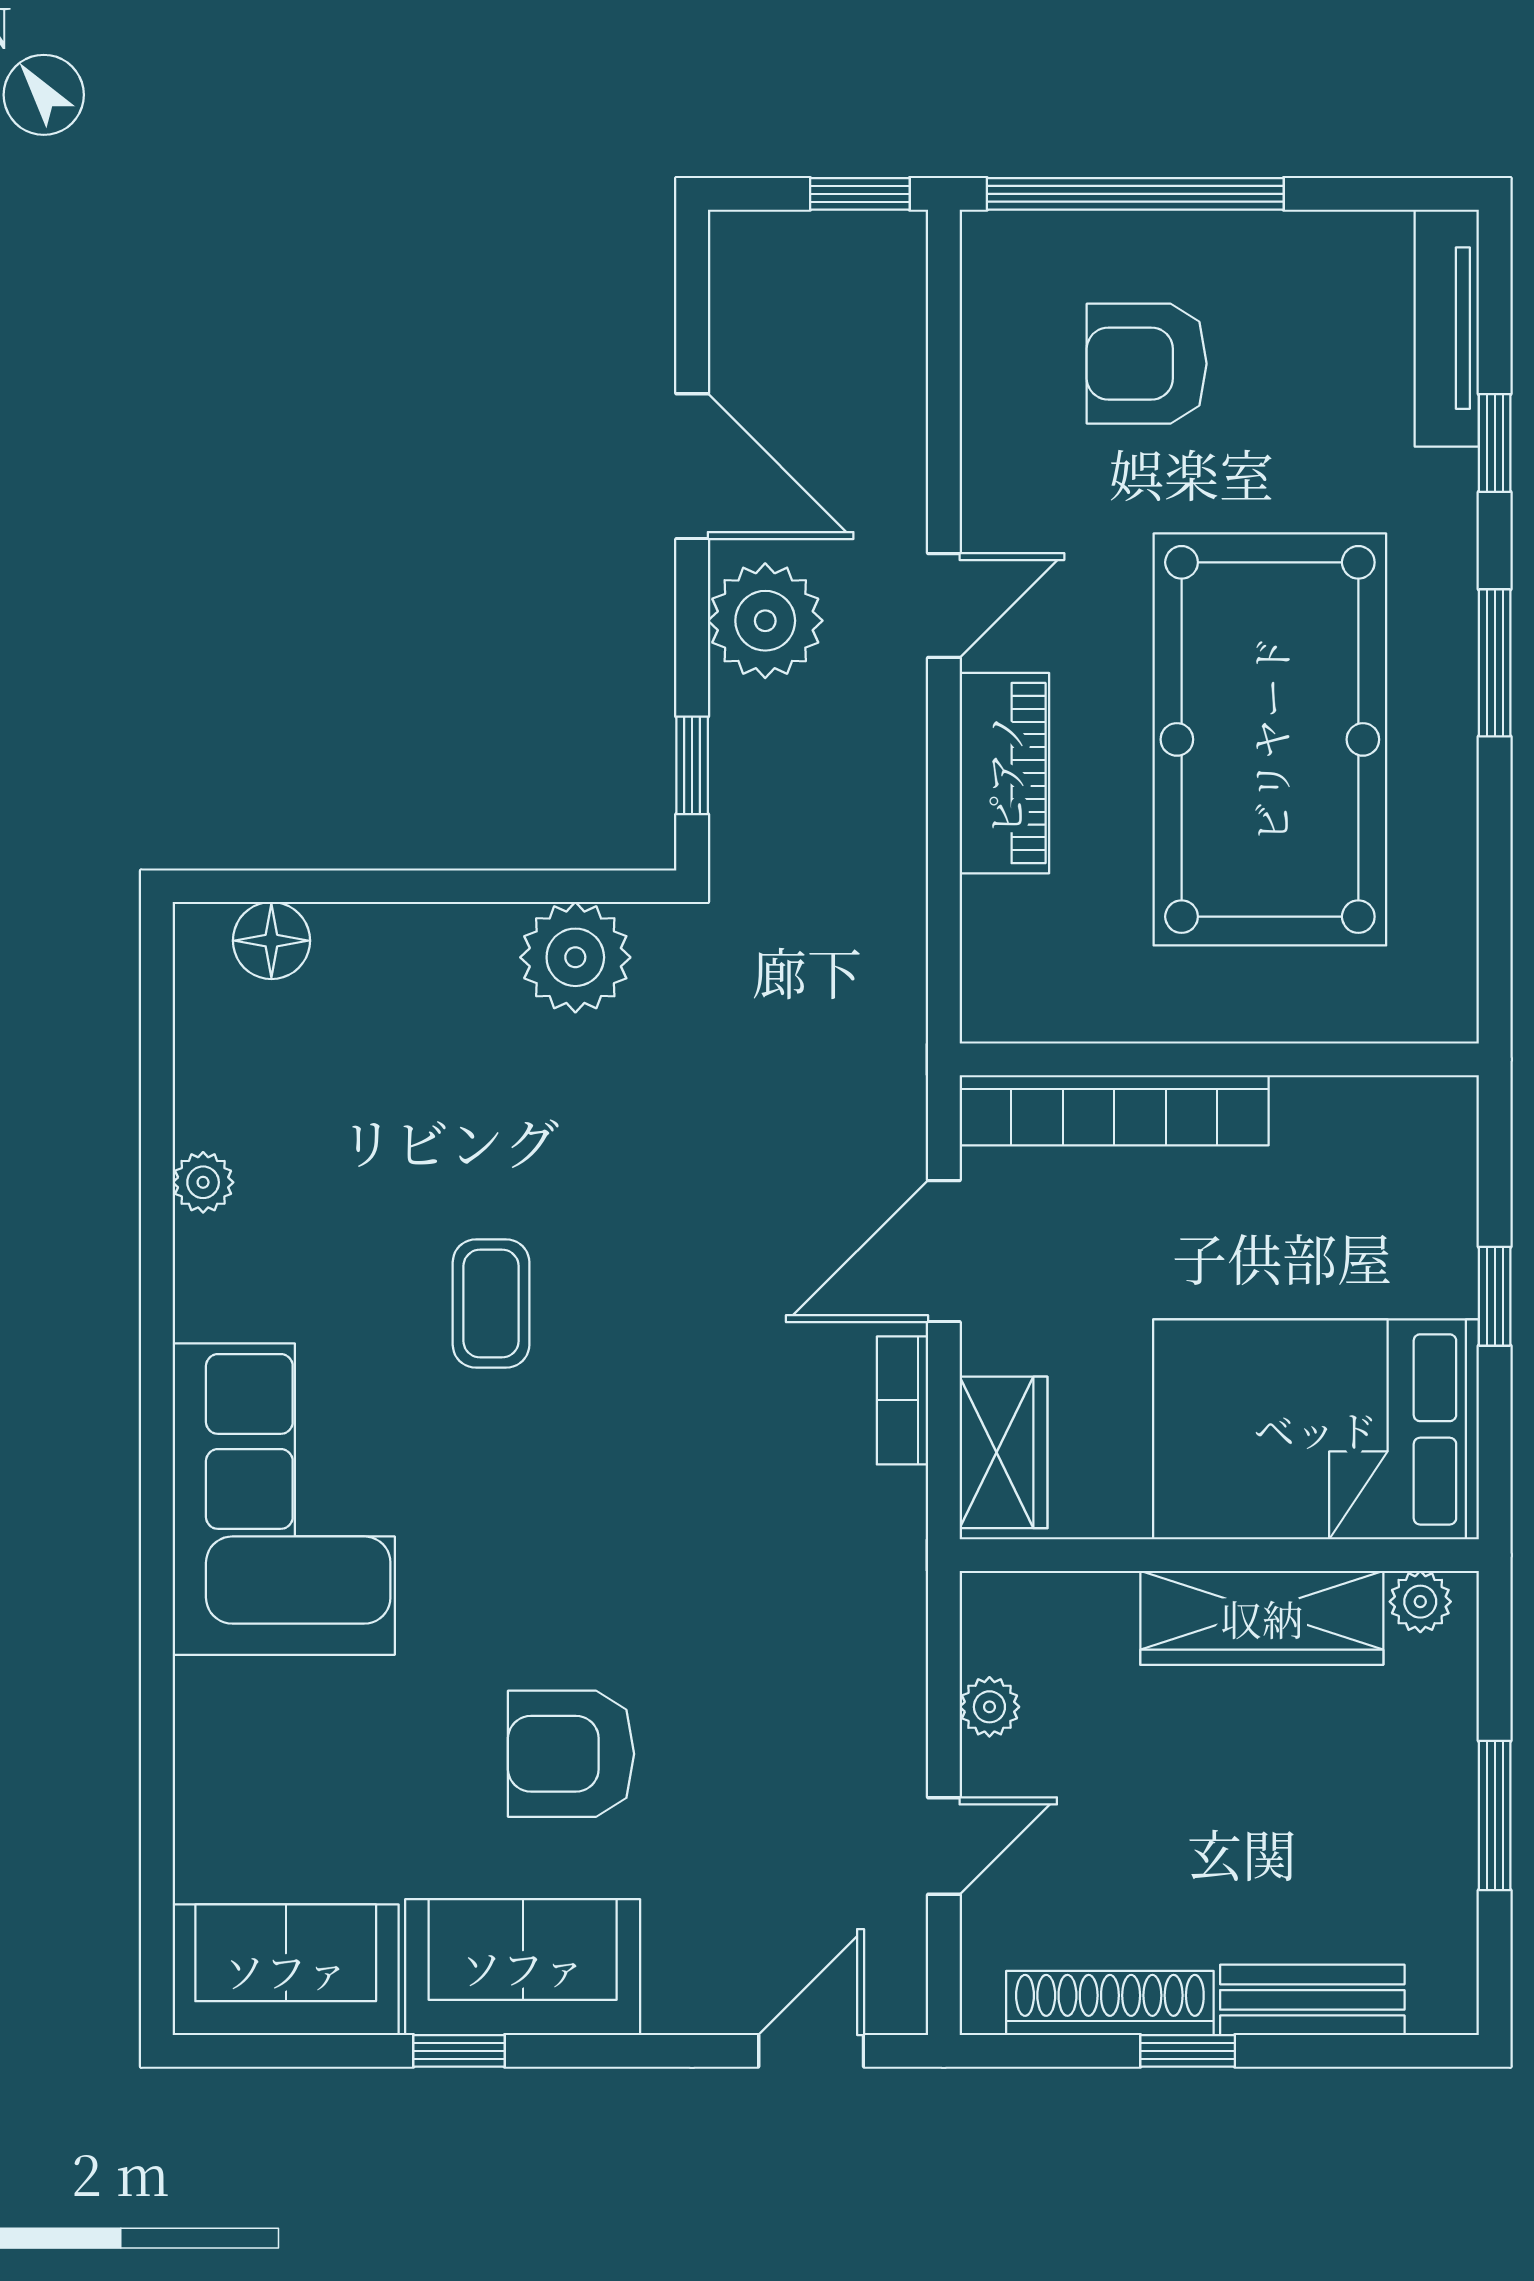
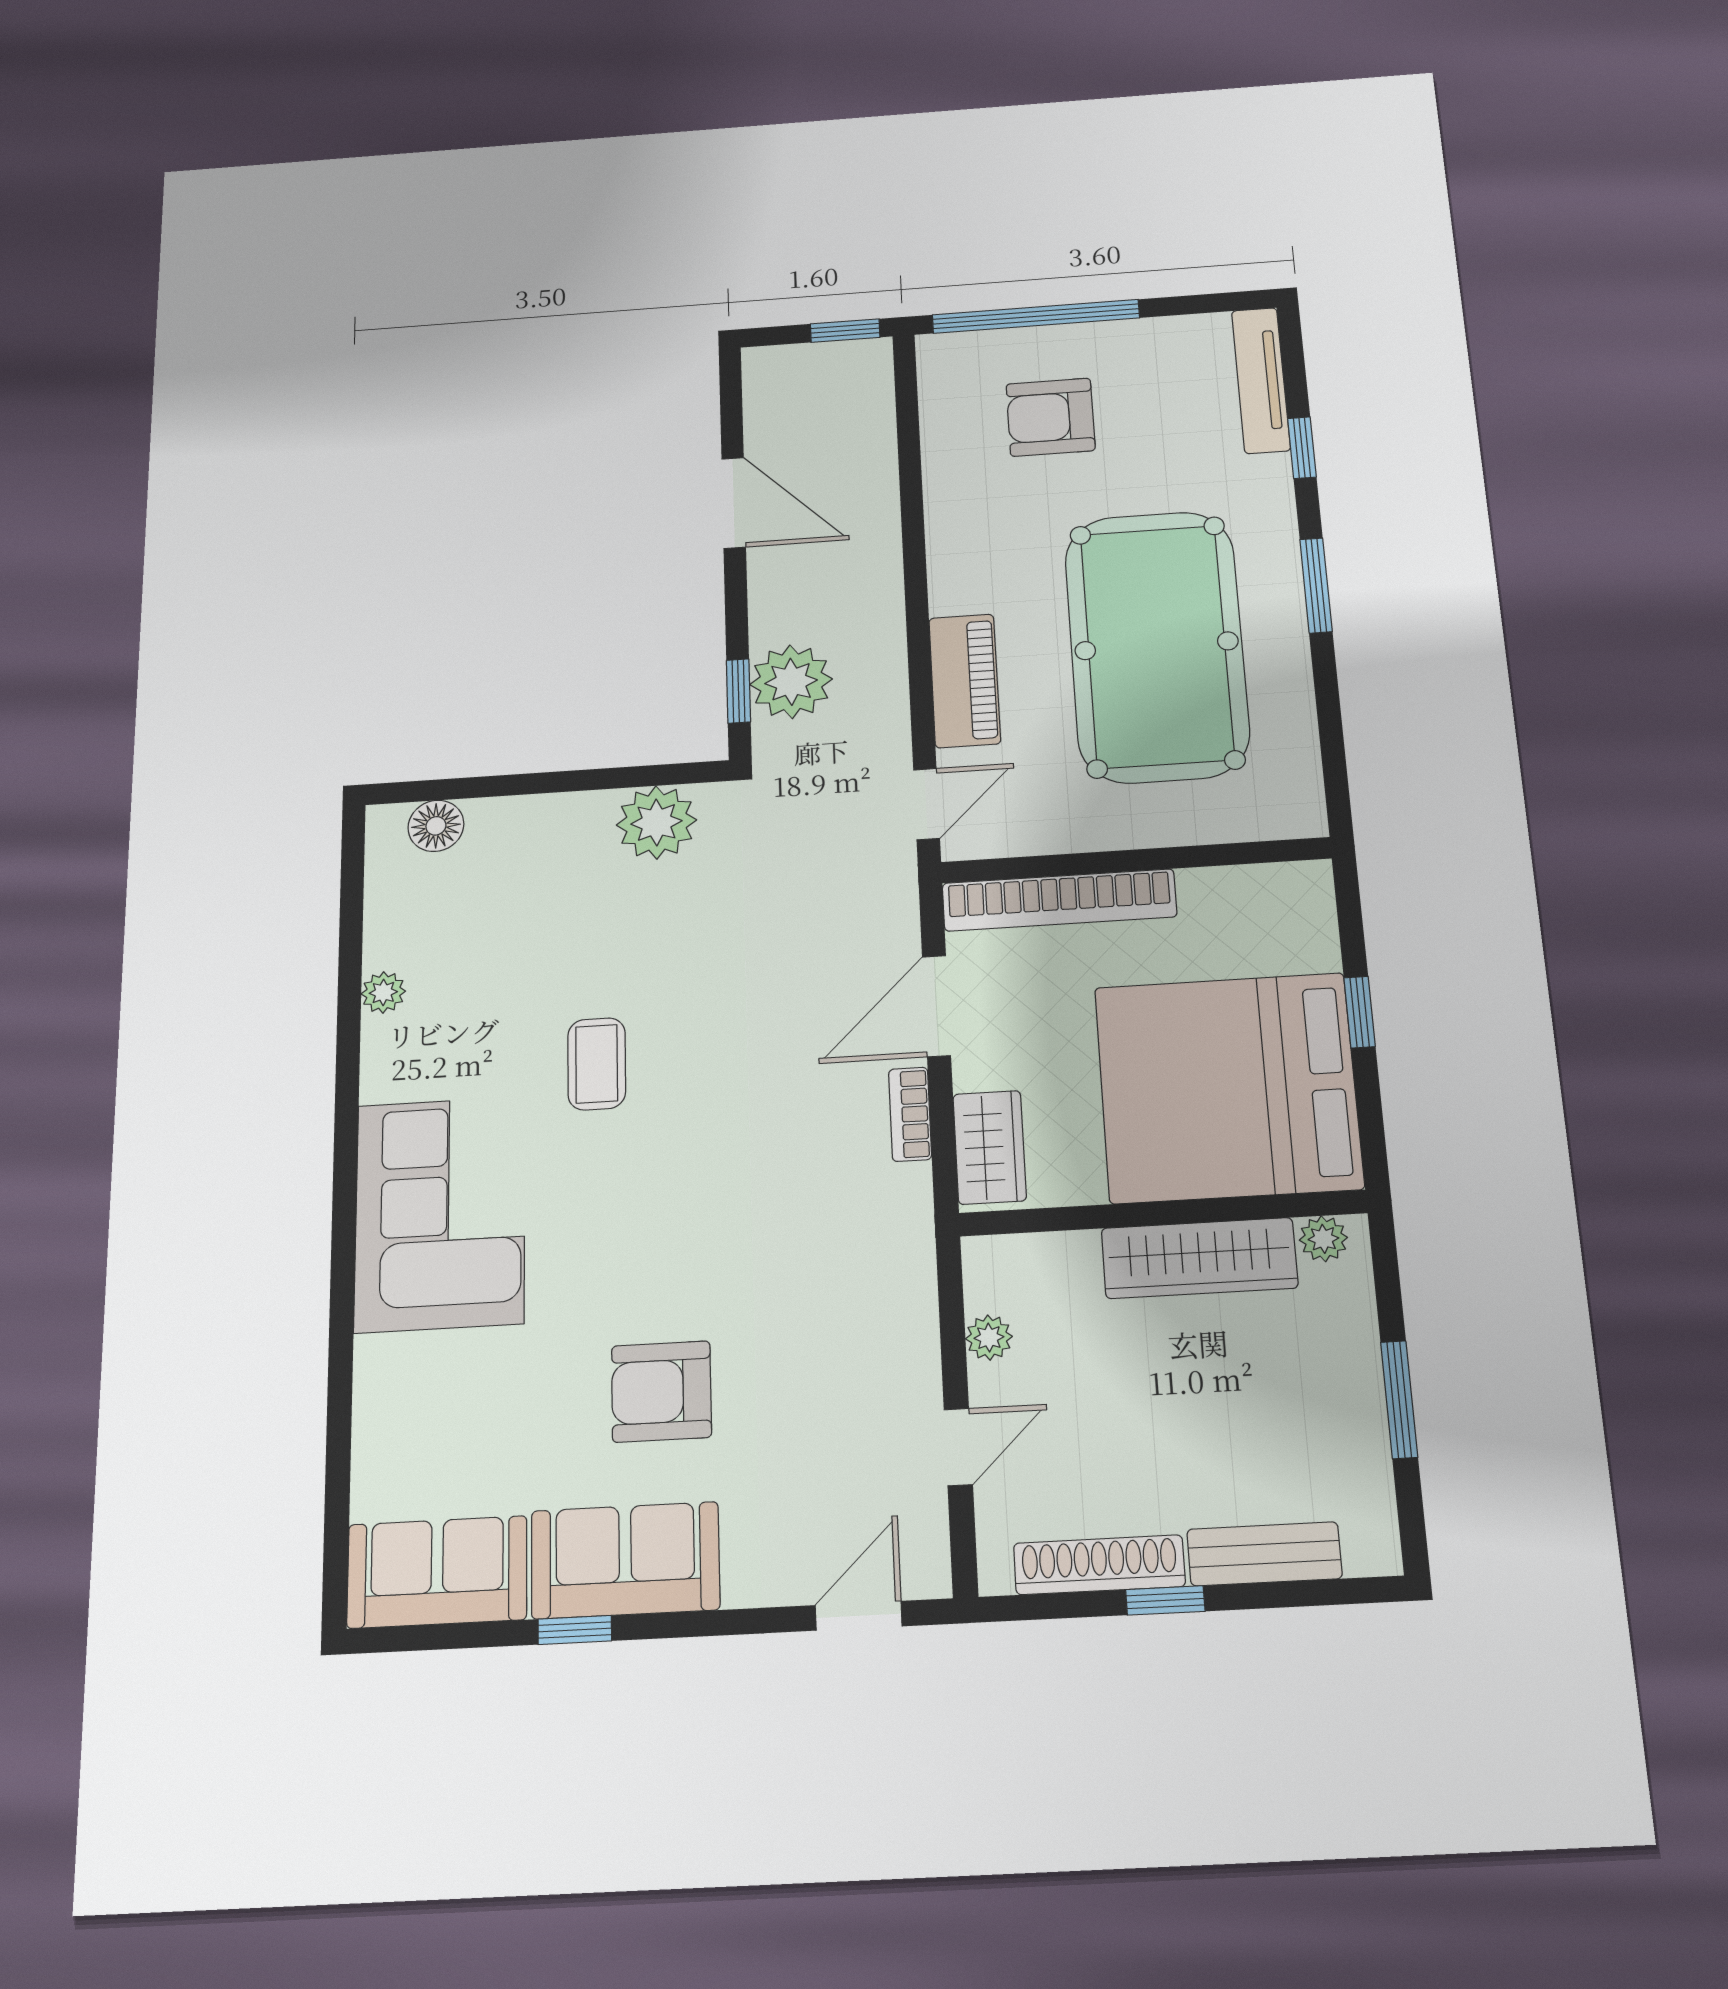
door: (944, 605) -> (927, 804), moved
plant: (765, 621) -> (791, 682), moved
bed: (1316, 1429) -> (1228, 1087), width x1.36

